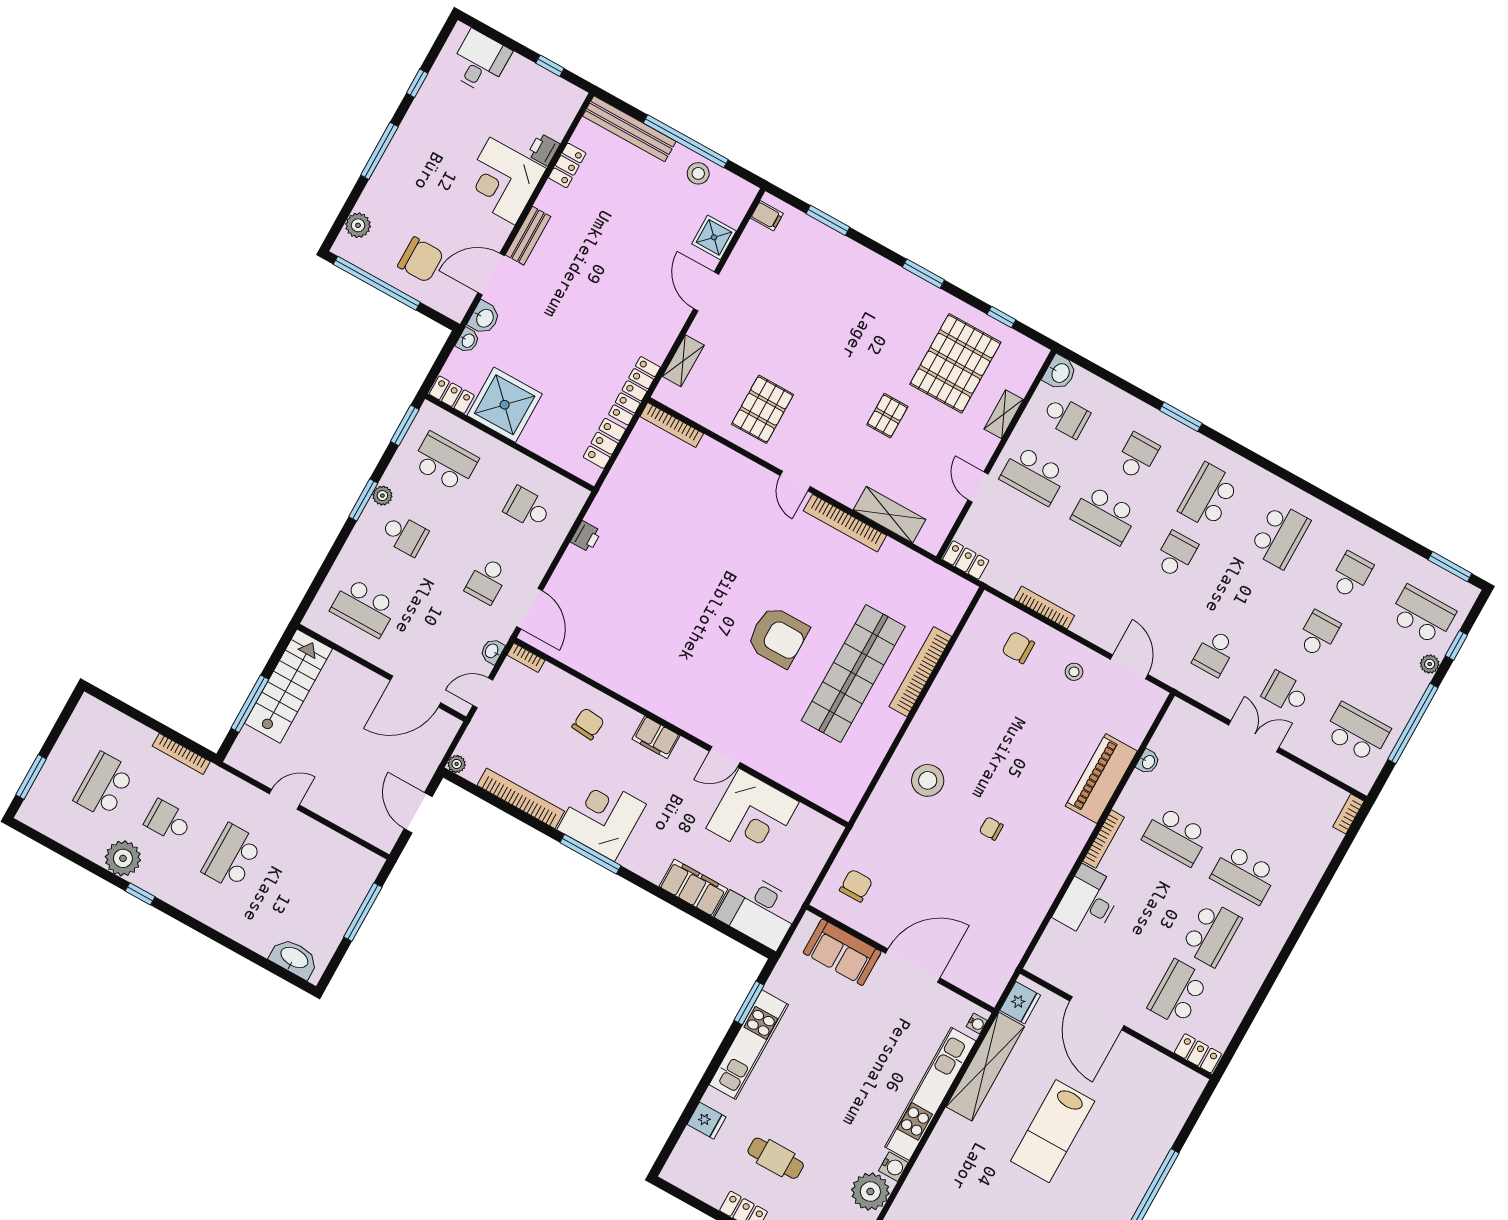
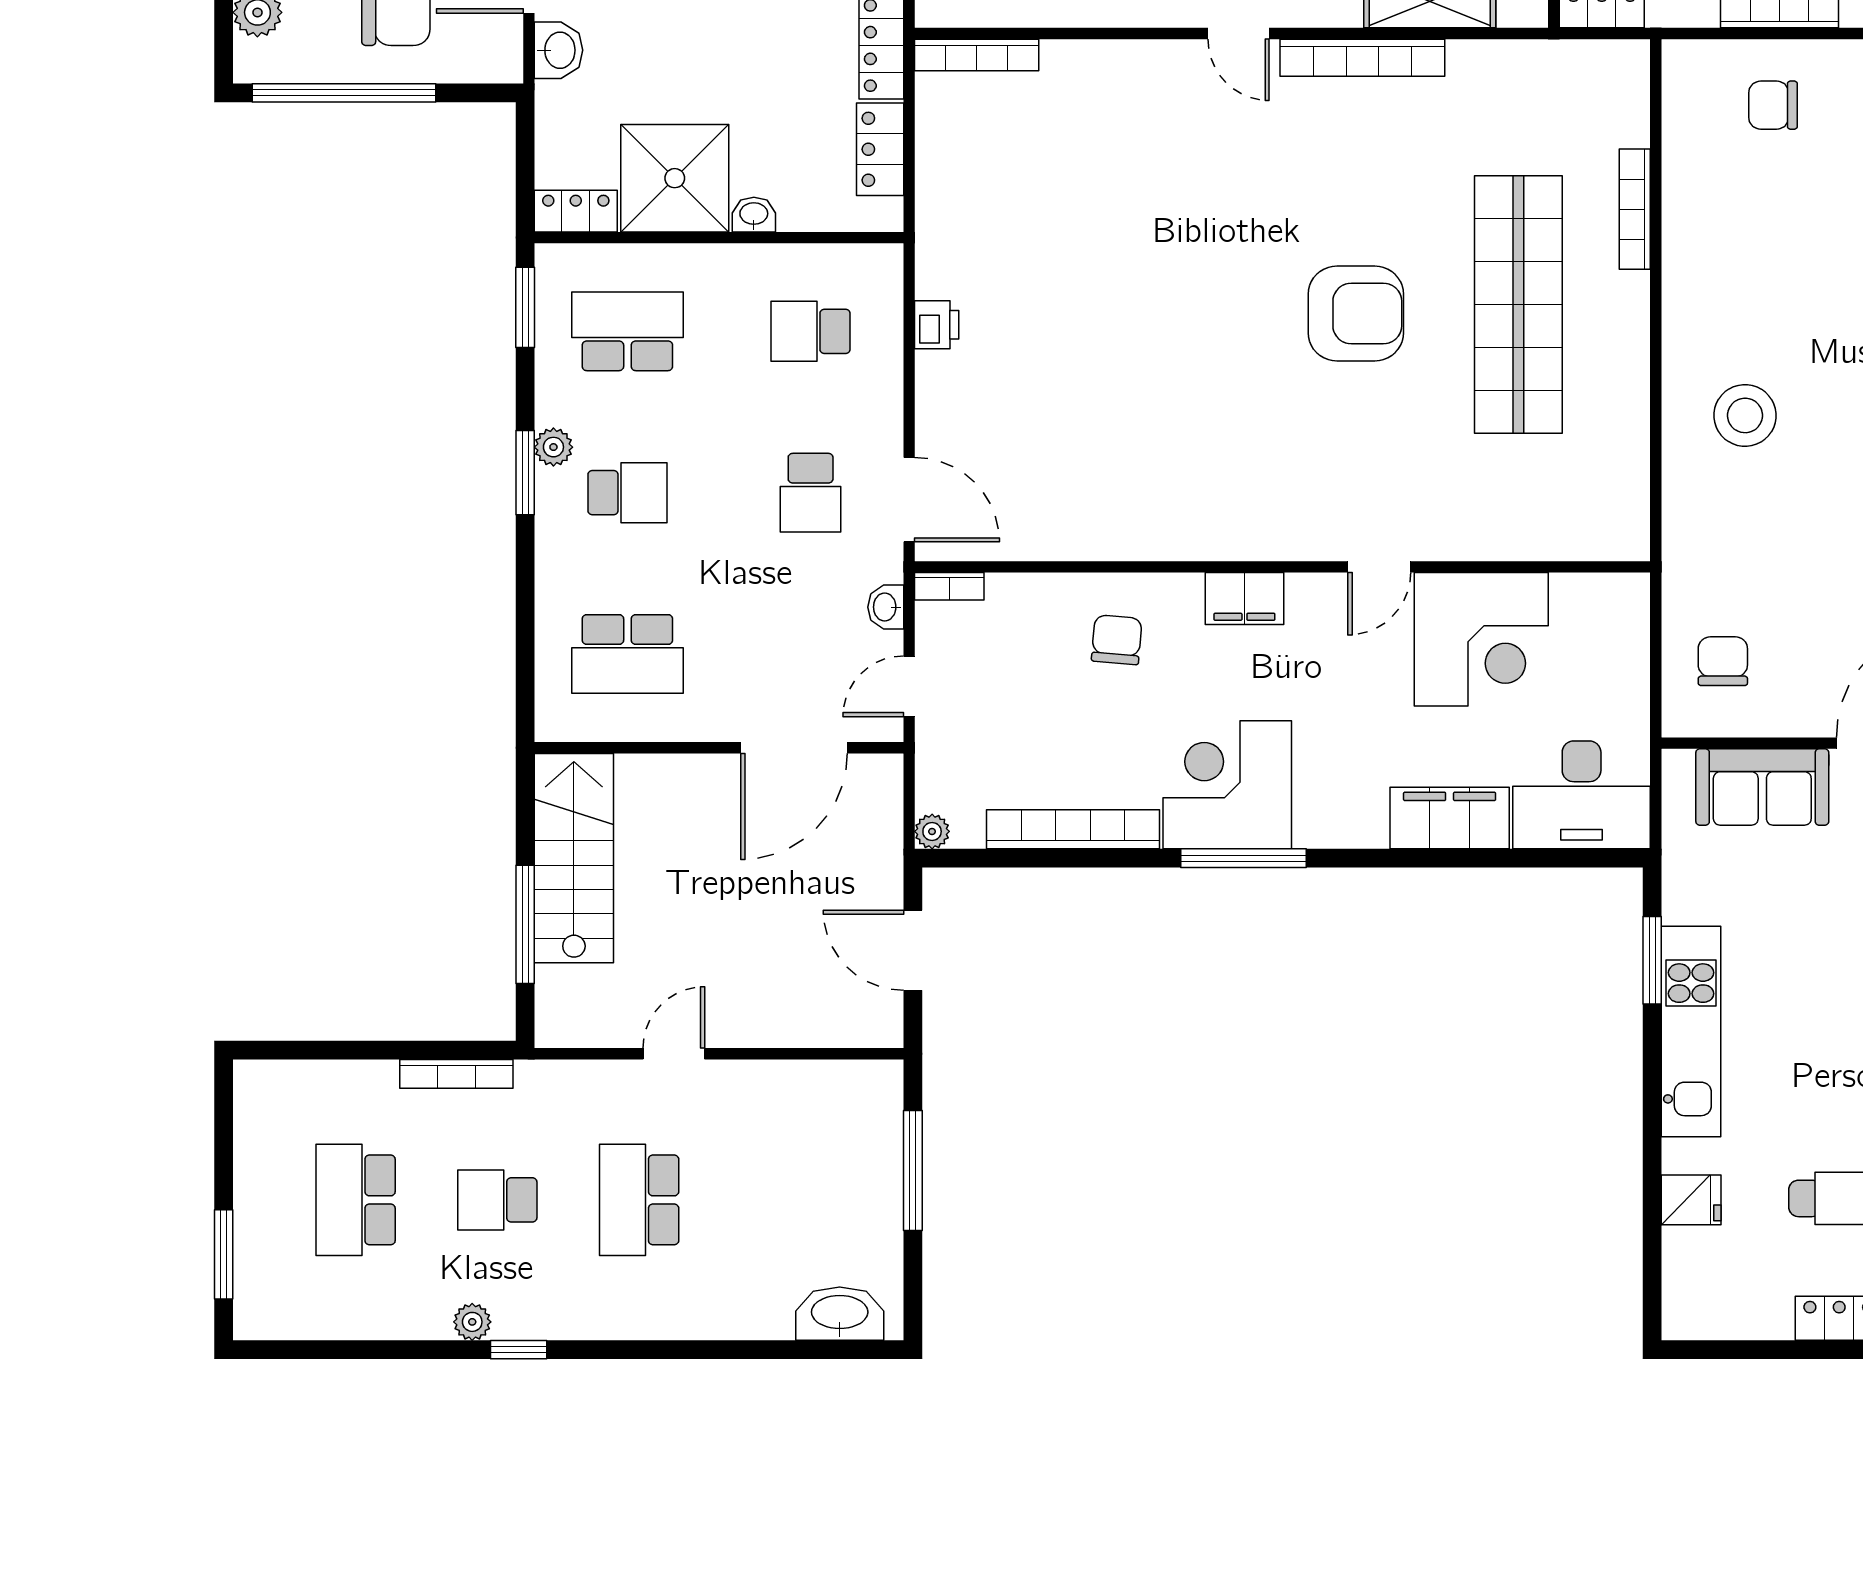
washbasin: (468, 340) -> (754, 215), moved, turned -90
bookcase: (920, 672) -> (1635, 209), width x0.68, depth x0.76
plant: (123, 858) -> (472, 1322), width x0.53, depth x0.53

